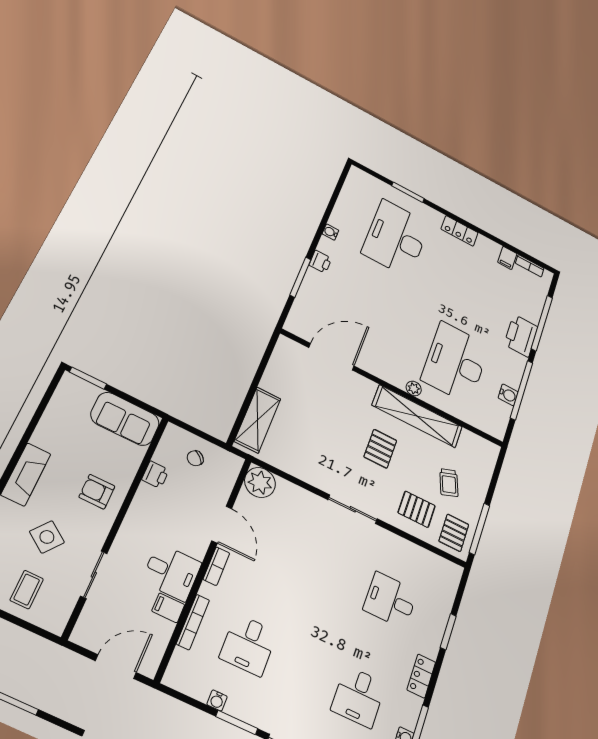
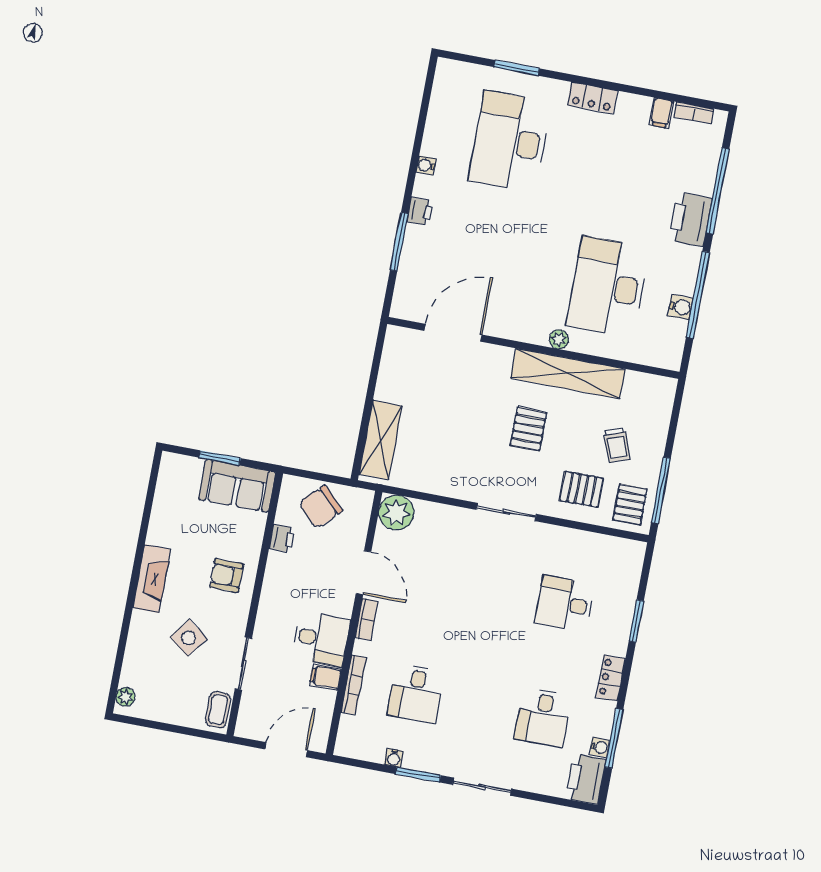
window: (88, 378) -> (220, 458), moved
chair: (195, 458) -> (321, 507), width x1.87, depth x1.87
coffee table: (27, 590) -> (218, 710), moved

